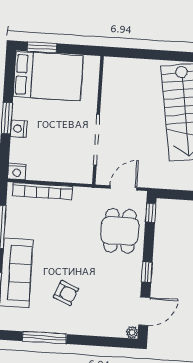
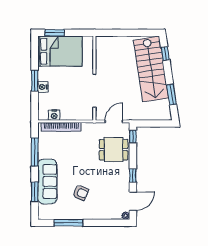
nightstand: (17, 172) -> (54, 115), moved
dining table: (120, 231) -> (114, 150), turned 90

